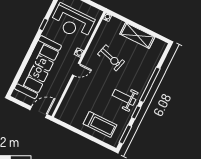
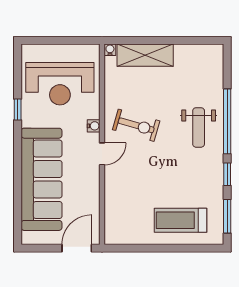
shelving: (137, 36) -> (145, 55), moved
exercise bike: (111, 58) -> (136, 125), moved
weight bench: (124, 97) -> (199, 127), moved, turned -90
treadmill: (100, 124) -> (180, 220), turned 180

